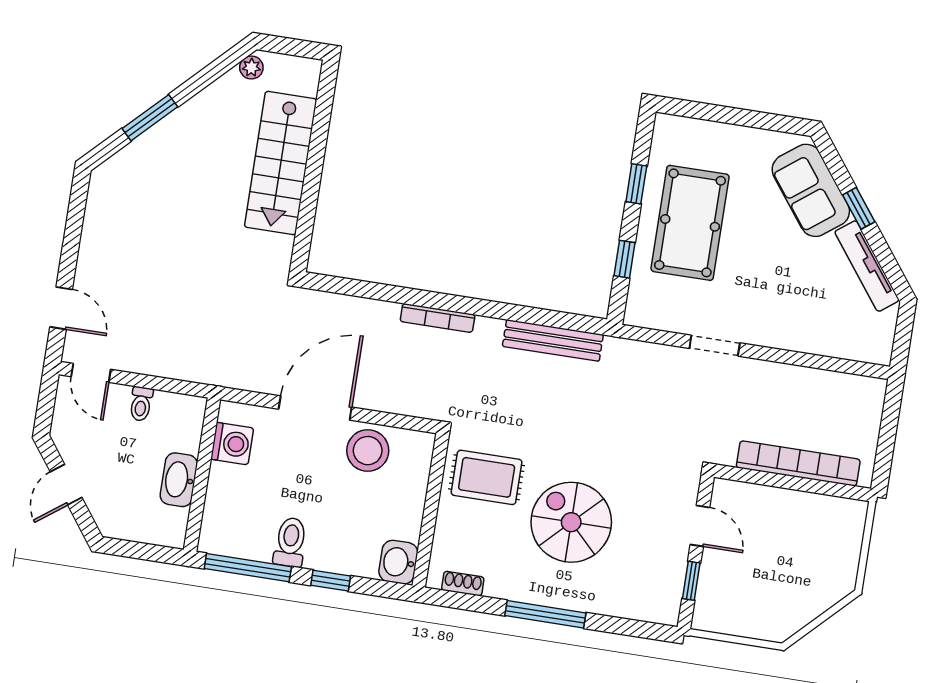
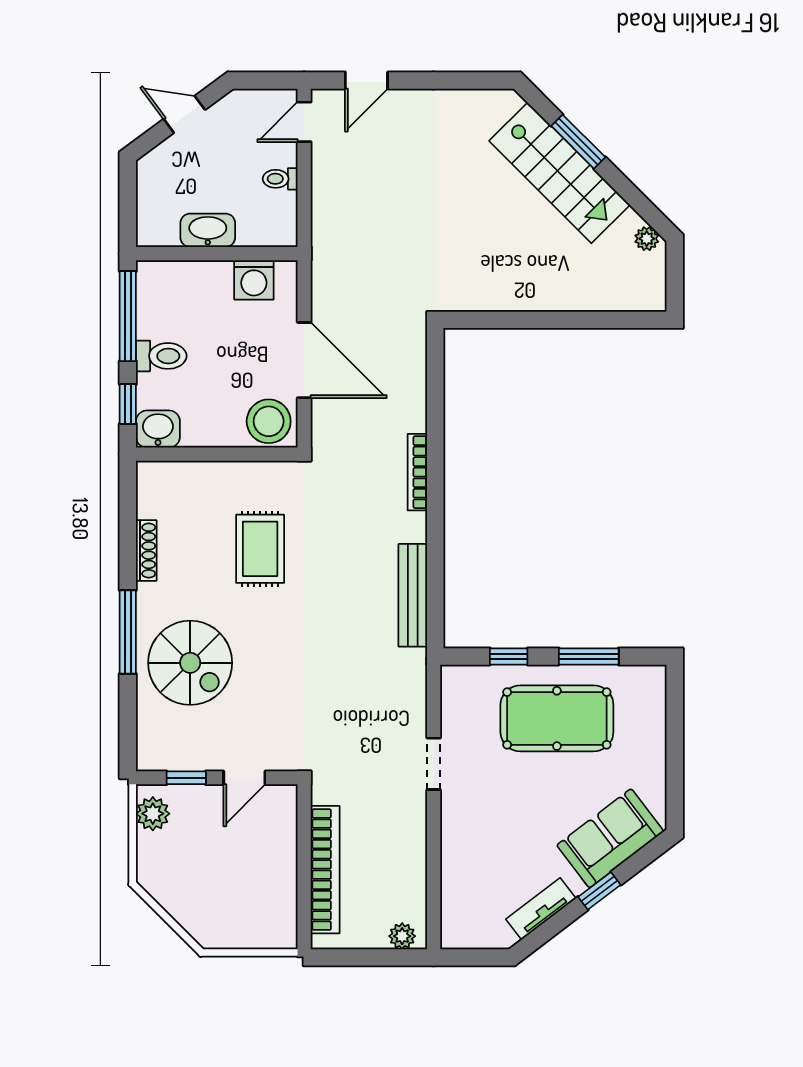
stairs: (281, 163) -> (560, 173), moved, turned -135
window: (636, 184) -> (589, 656), width x1.50
tv unit: (867, 266) -> (541, 909), width x0.71
plant: (872, 401) -> (402, 936), added
wall: (431, 510) -> (217, 454), moved
spiral stairs: (571, 522) -> (190, 663), moved, turned 90
washbasin: (398, 562) -> (158, 429), moved
shoe rack: (463, 584) -> (146, 551), width x1.43
plant: (720, 618) -> (153, 814), added

